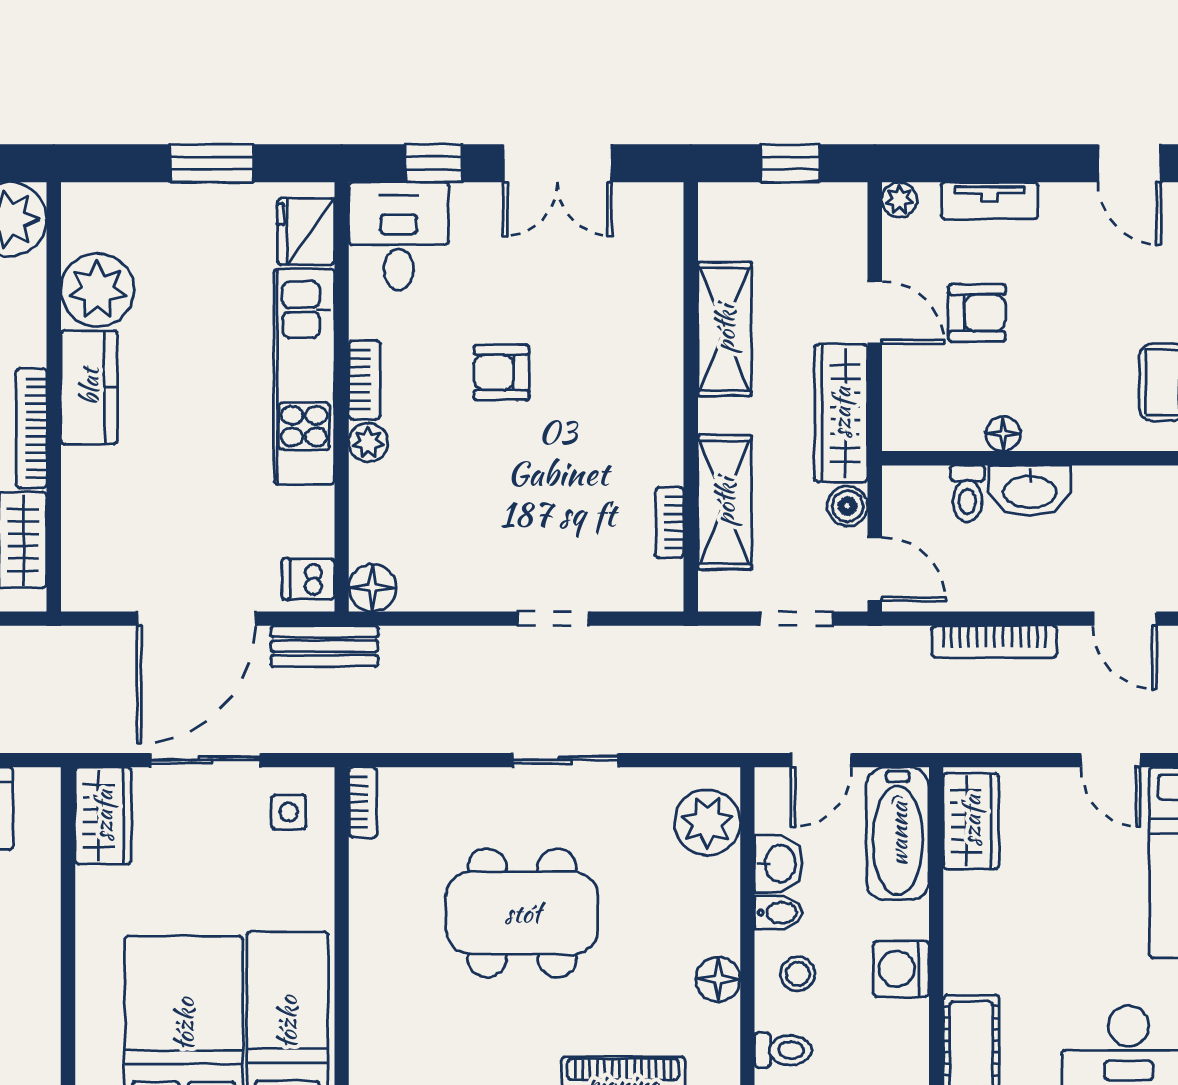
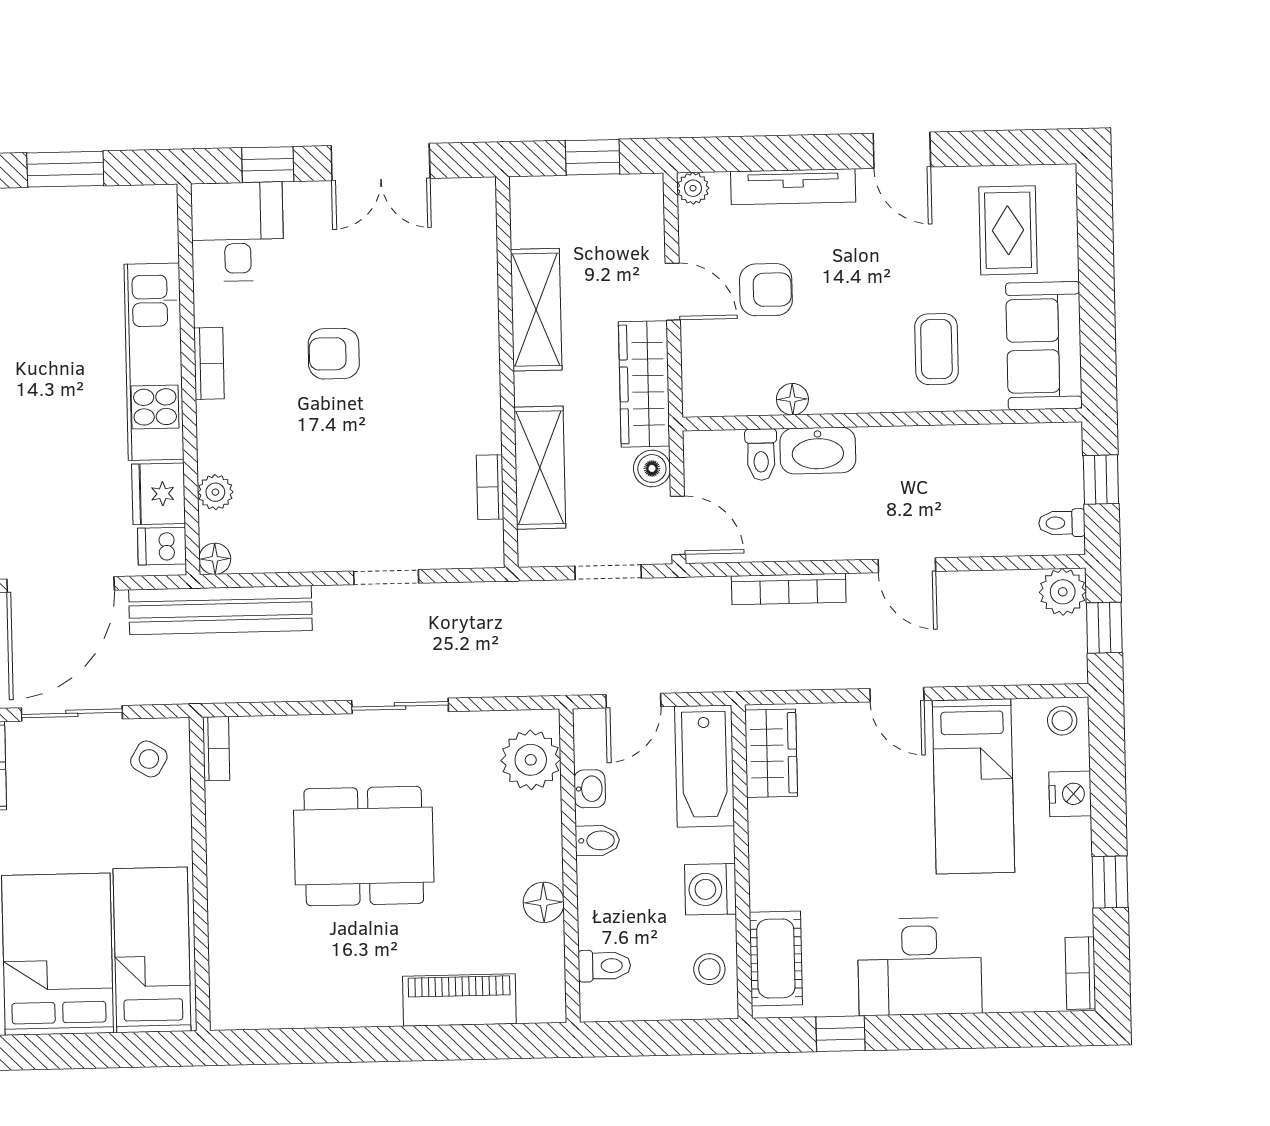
tv unit: (990, 201) -> (793, 187), width x1.41
fridge: (306, 232) -> (158, 494), moved
plant: (368, 442) -> (215, 492), moved
floor lamp: (372, 588) -> (215, 559), width x0.73, depth x0.73
bench: (324, 646) -> (220, 610), width x1.86, depth x1.21
side table: (289, 812) -> (149, 759), turned 31
washbasin: (779, 864) -> (590, 789), width x0.72, depth x0.69
stool: (798, 974) -> (709, 969), moved

